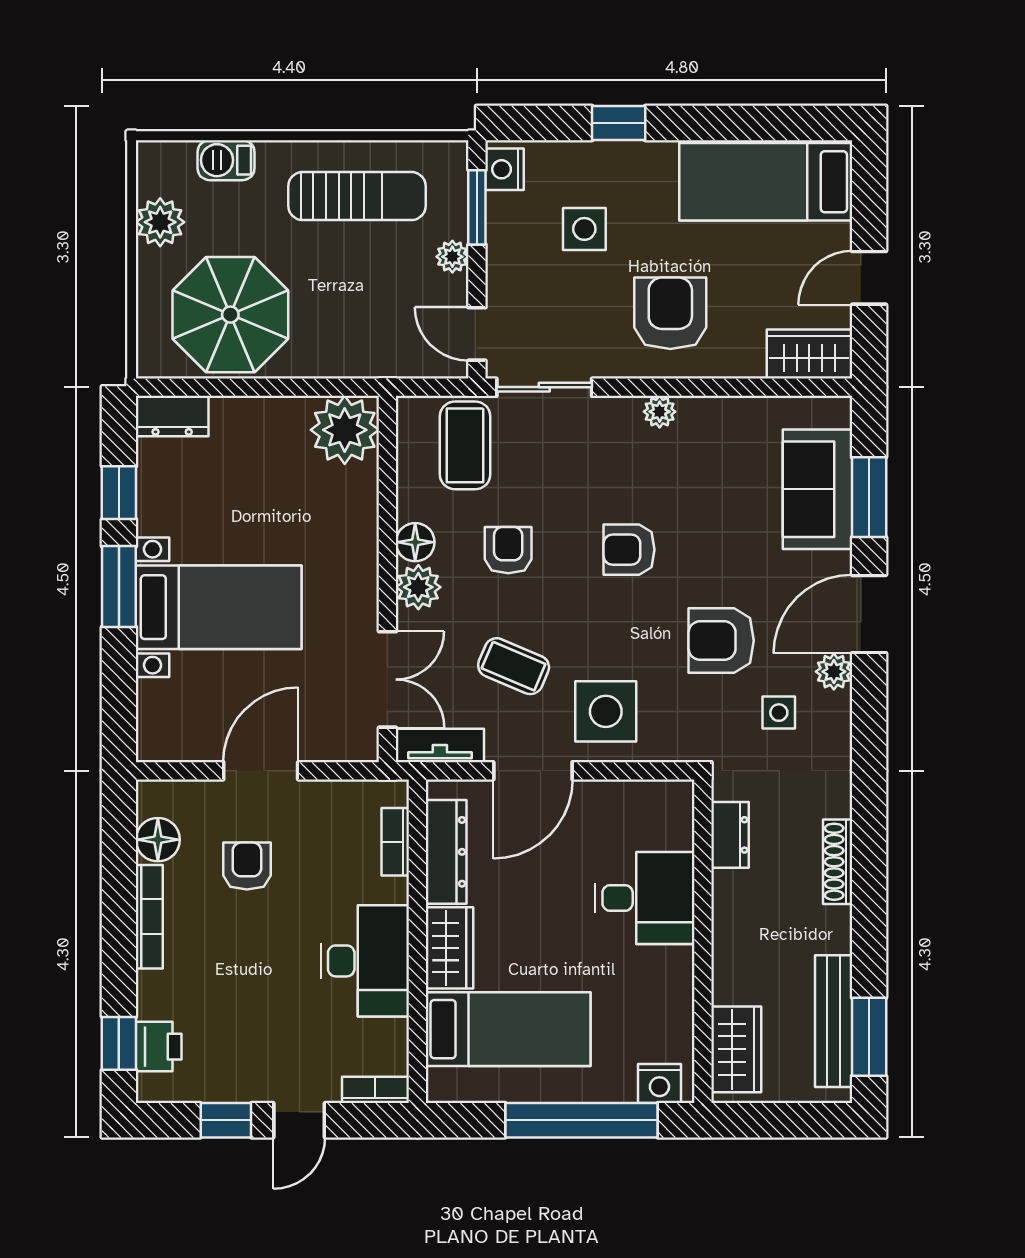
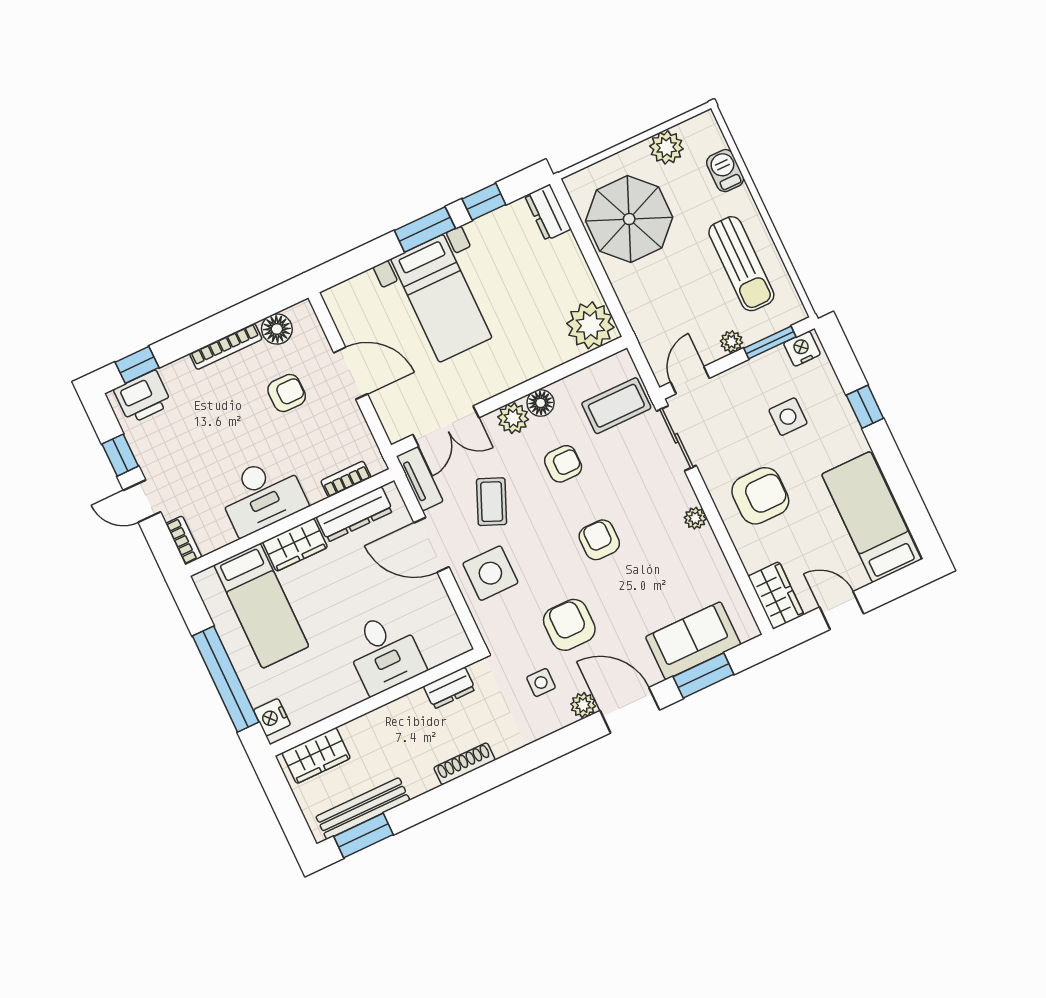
printer: (159, 1047) -> (143, 397), width x1.36, depth x1.24

